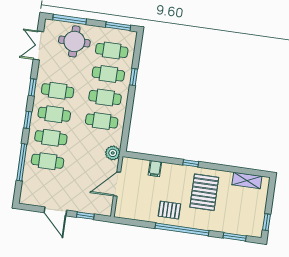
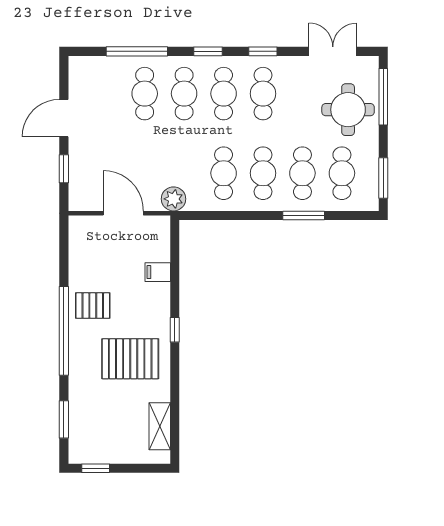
window: (134, 77) -> (304, 215), width x1.50
pallet: (169, 210) -> (93, 306), turned 90

